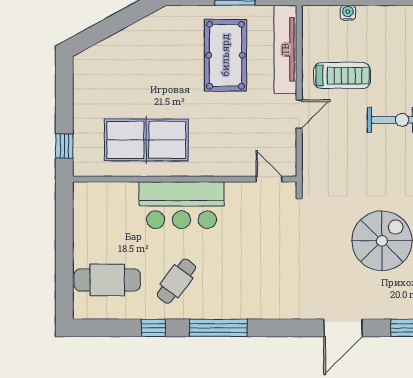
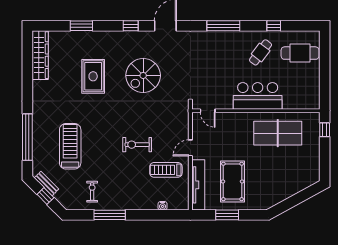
window: (218, 328) -> (223, 26), moved

